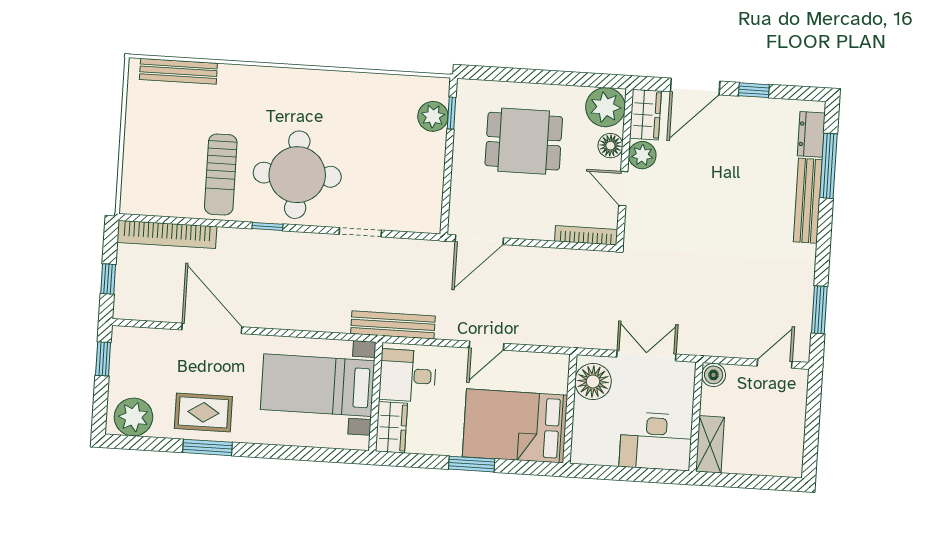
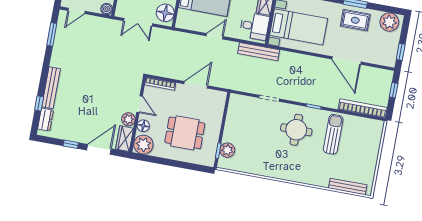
window: (828, 166) -> (39, 103), width x0.46
round table: (297, 175) -> (296, 130), width x0.73, depth x0.73
door: (479, 240) -> (196, 85), moved

